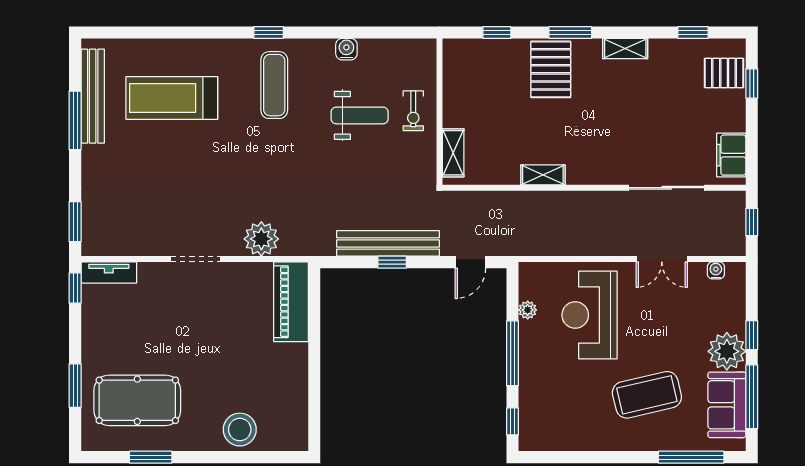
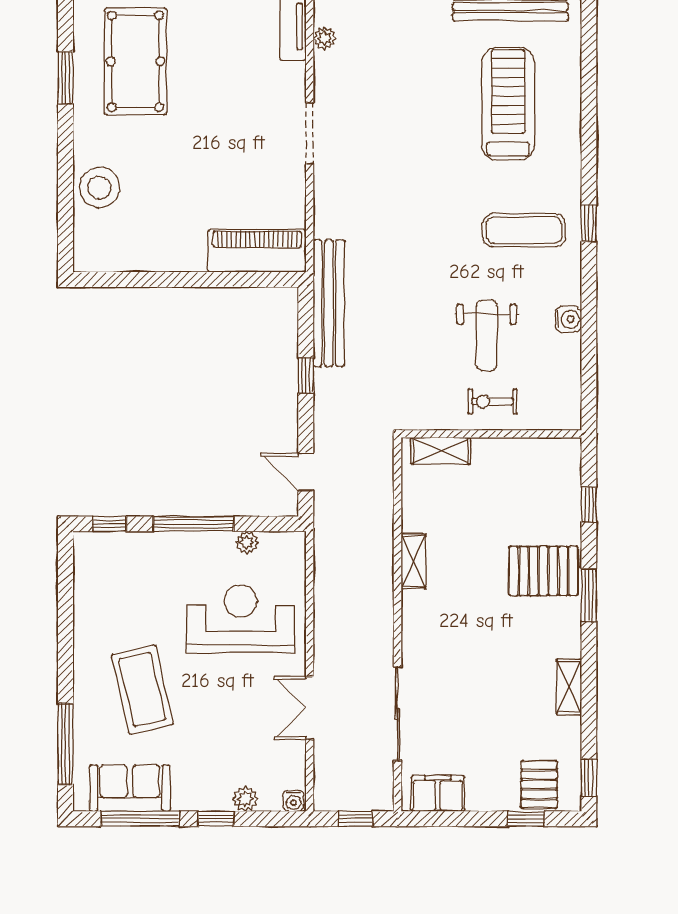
window: (693, 32) -> (589, 778), moved
shelving: (625, 49) -> (569, 687), moved
plant: (261, 239) -> (324, 38), moved, width x0.53, depth x0.53
bench: (388, 243) -> (329, 303), moved
water cooler: (716, 270) -> (293, 801), moved, turned 90
plant: (727, 351) -> (245, 799), moved, width x0.53, depth x0.53

